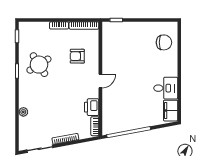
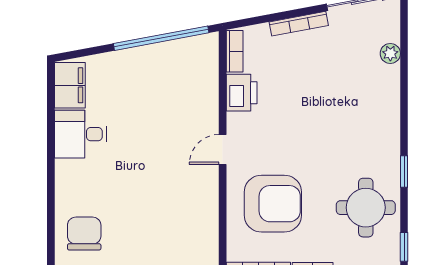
chair: (164, 42) -> (84, 234), turned 90
armchair: (77, 56) -> (273, 204), width x1.88, depth x1.88
round table: (39, 65) -> (366, 208), moved, turned 32
plant: (23, 112) -> (390, 53), moved

